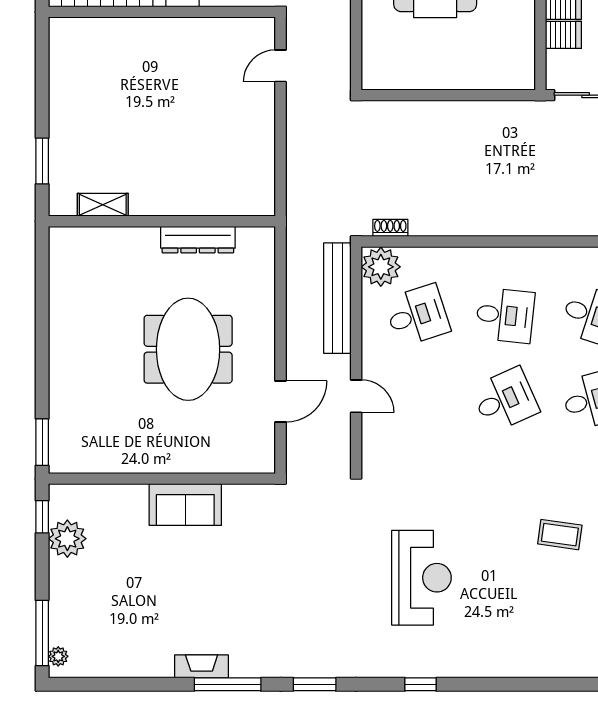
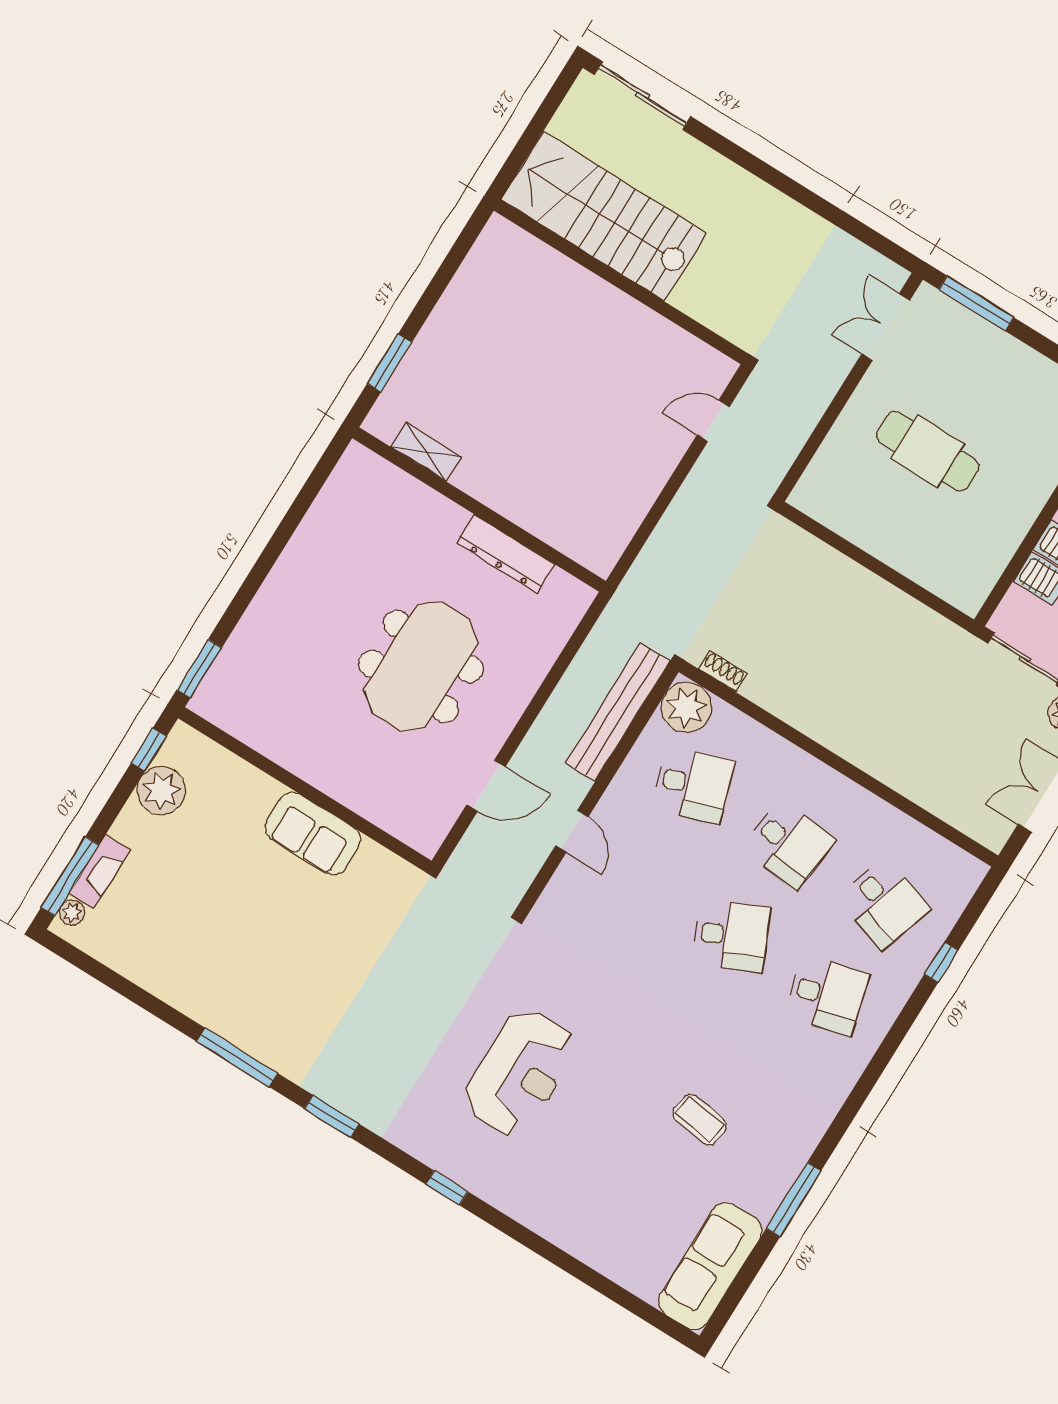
fireplace: (202, 666) -> (100, 871), moved, turned 90

